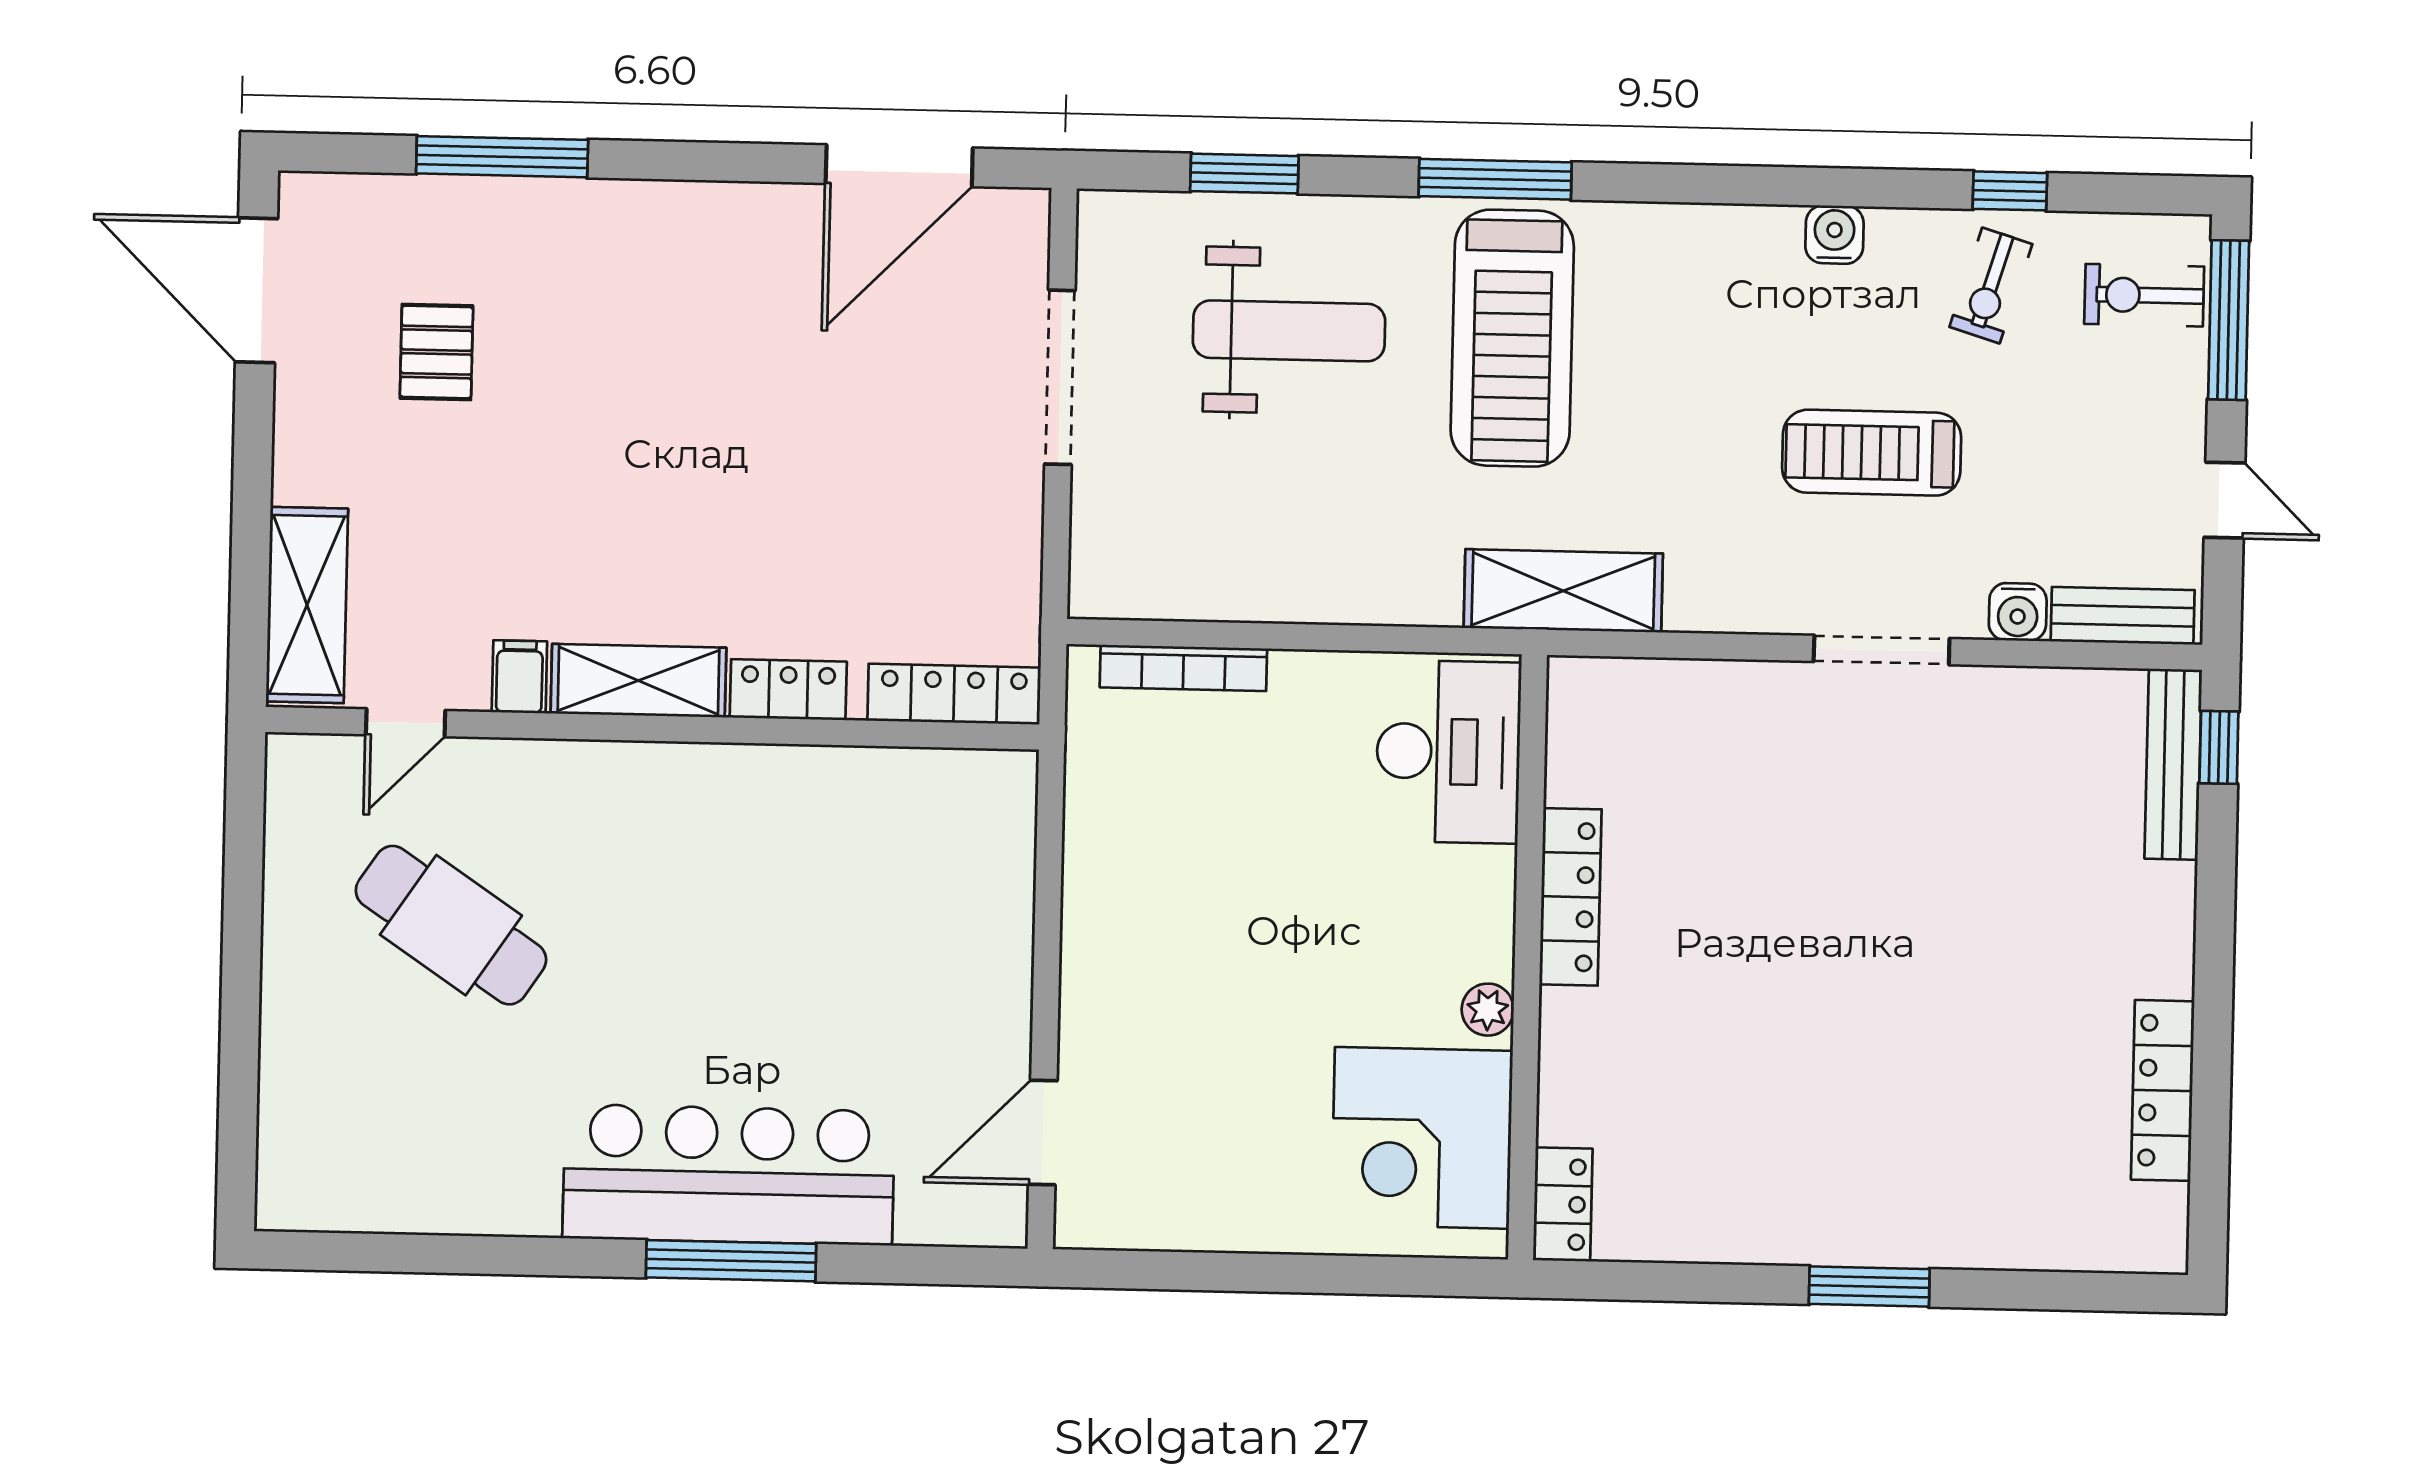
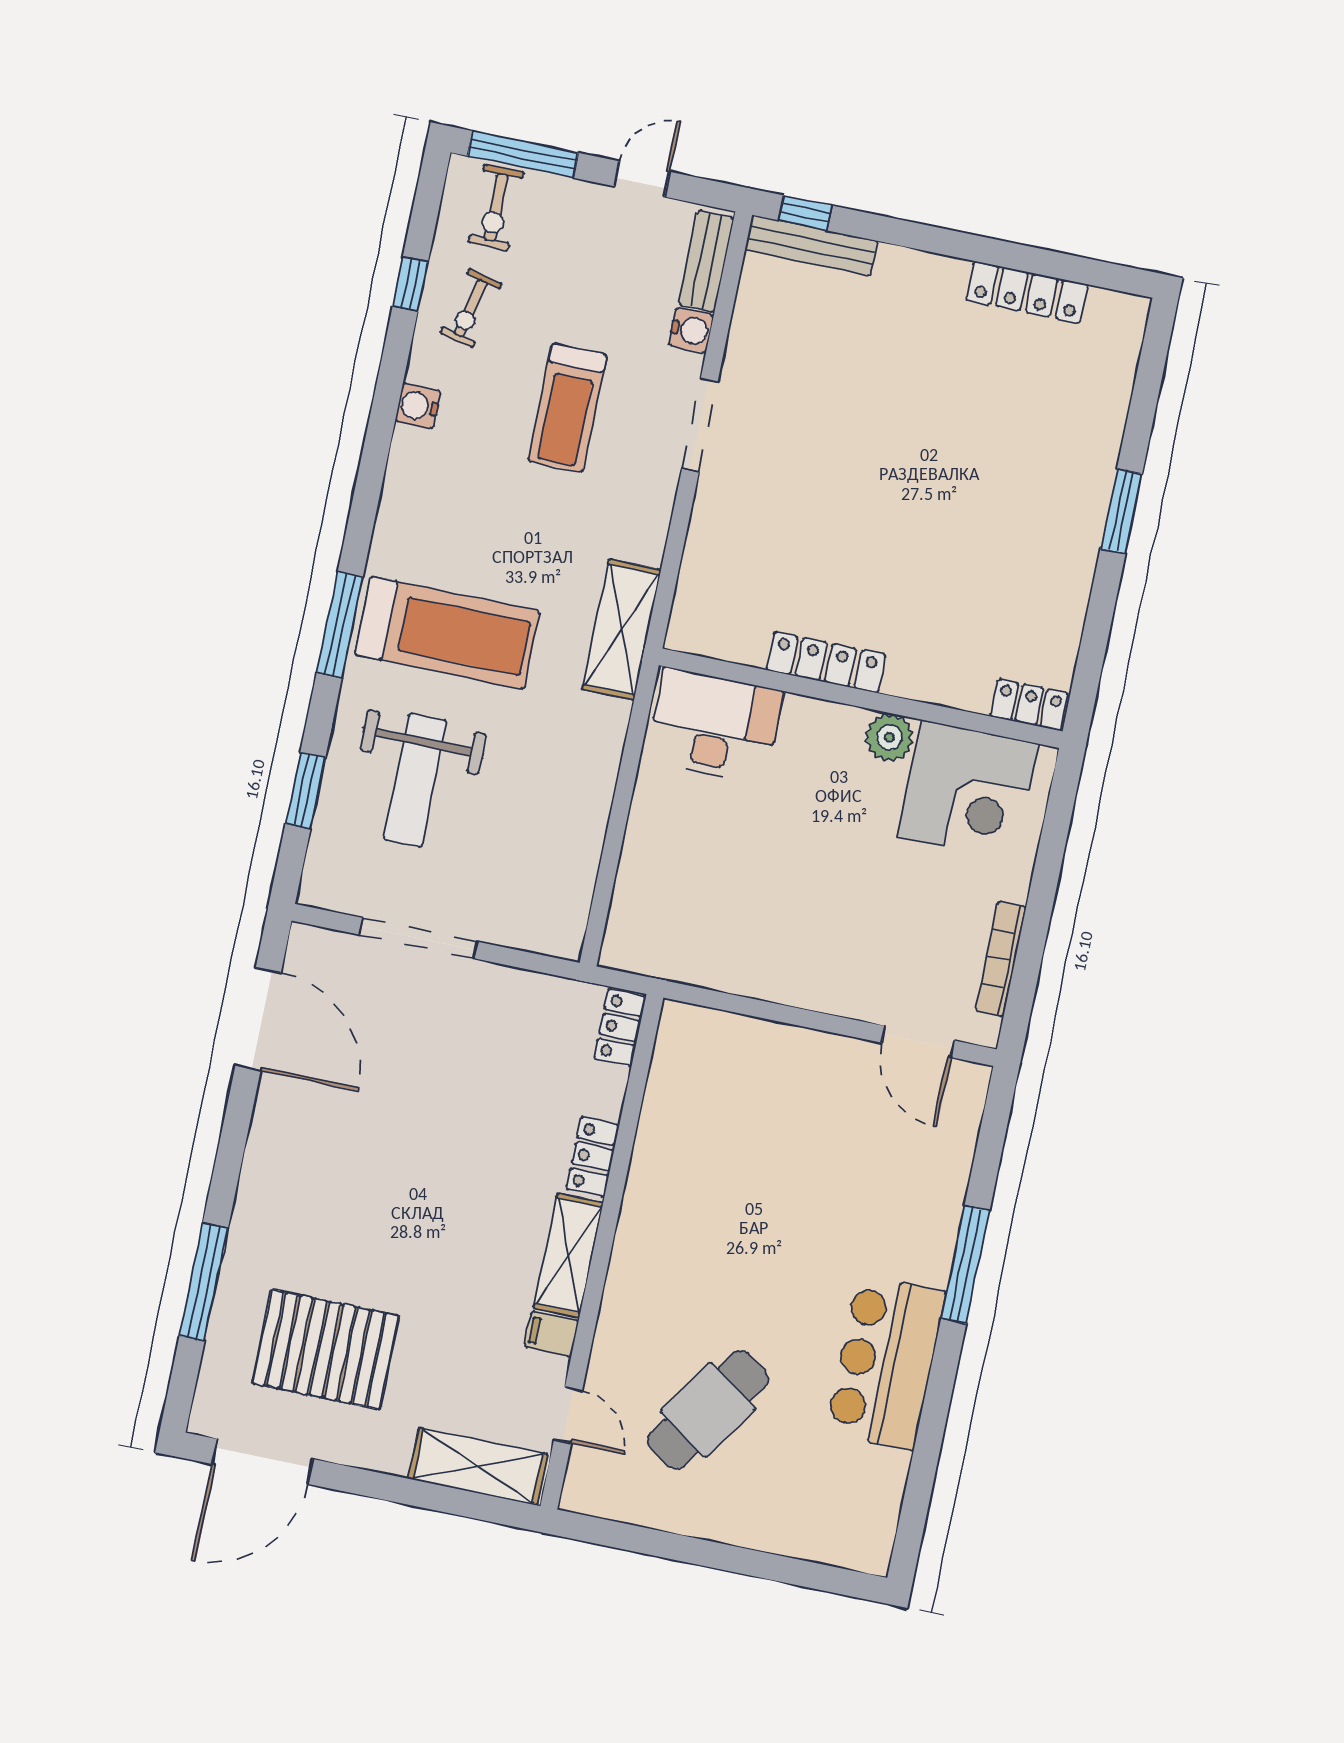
exercise bike: (1991, 285) -> (471, 308), turned 86
weight bench: (1289, 331) -> (415, 780), turned 180
pallet: (436, 352) -> (325, 1349), width x2.05, depth x2.00
bookcase: (1183, 668) -> (1001, 959), moved, turned 180
locker: (954, 694) -> (620, 1027), width x0.66
plant: (1488, 1010) -> (889, 737), width x1.38, depth x1.38
bar counter: (729, 1175) -> (886, 1362), moved, width x0.73

